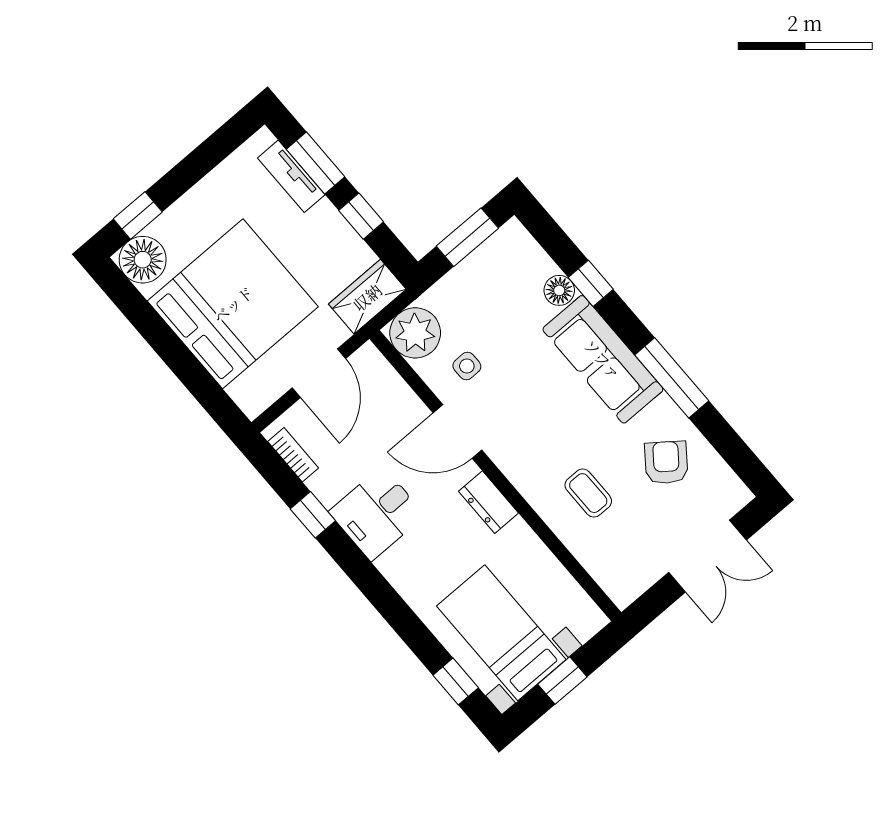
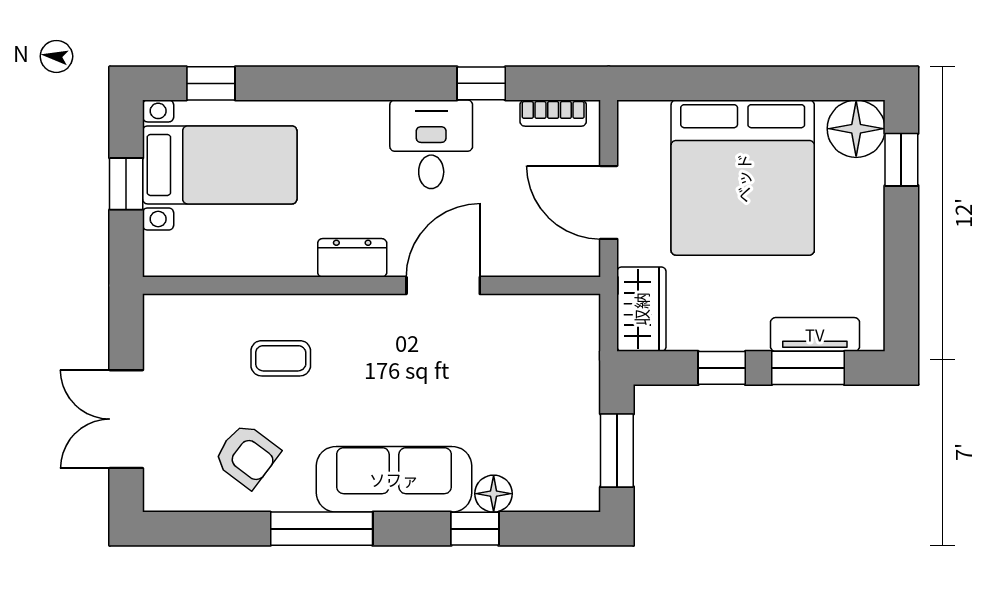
plant: (415, 333) -> (569, 325), removed
side table: (467, 366) -> (497, 347), removed

